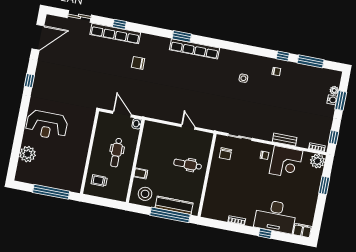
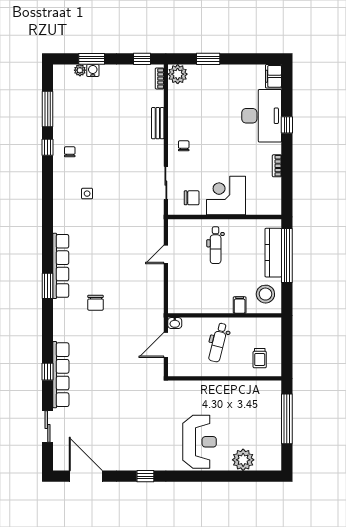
chair: (138, 63) -> (96, 303), moved
dental chair: (116, 153) -> (218, 342), turned 104
corner desk: (286, 162) -> (226, 196), moved, turned -90

